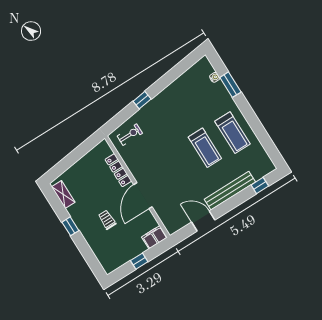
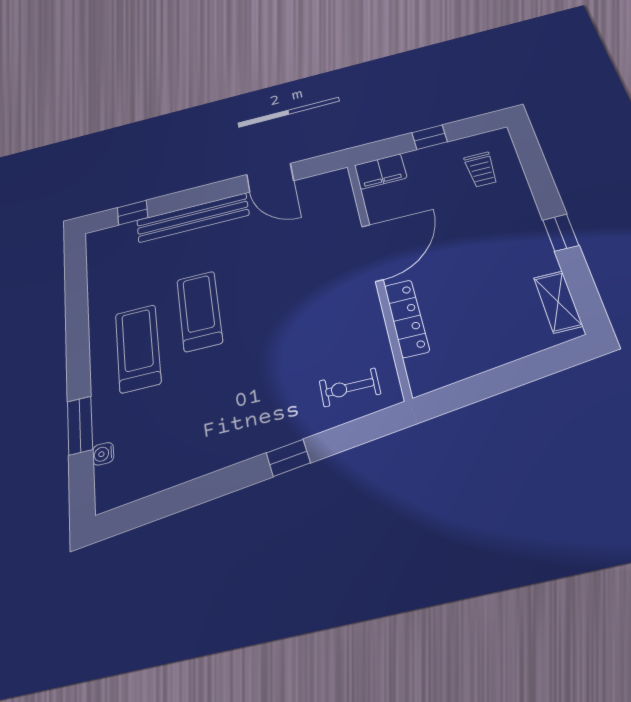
treadmill: (233, 133) -> (138, 348), moved
trolley: (107, 220) -> (481, 170), moved

